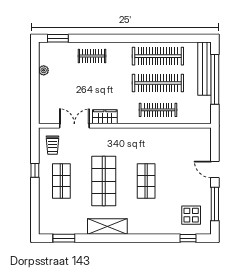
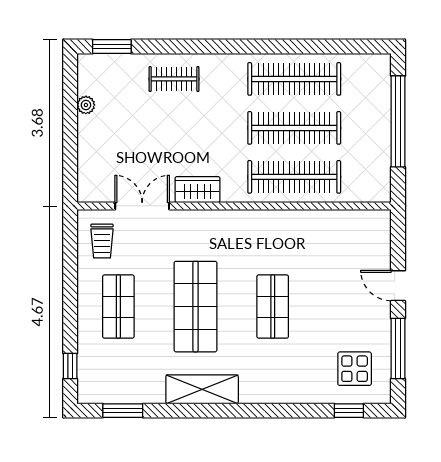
bench: (205, 69) -> (379, 102), removed
clothes rail: (158, 110) -> (294, 177), width x1.37, depth x1.31
window: (35, 170) -> (70, 366), moved

